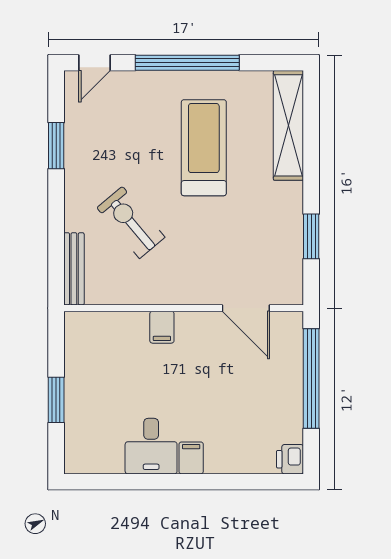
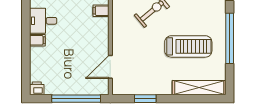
filing cabinet: (162, 327) -> (101, 11), moved

